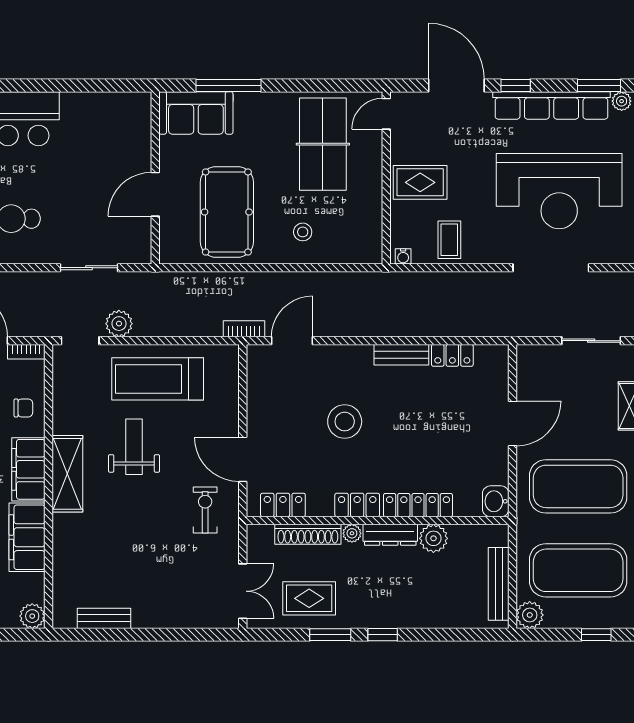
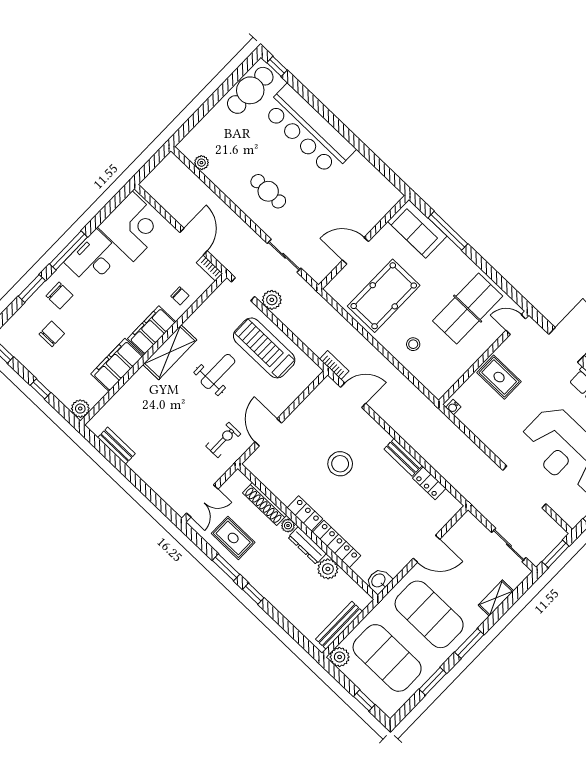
coffee table: (449, 240) -> (486, 422), removed
locker: (283, 505) -> (266, 476), removed

